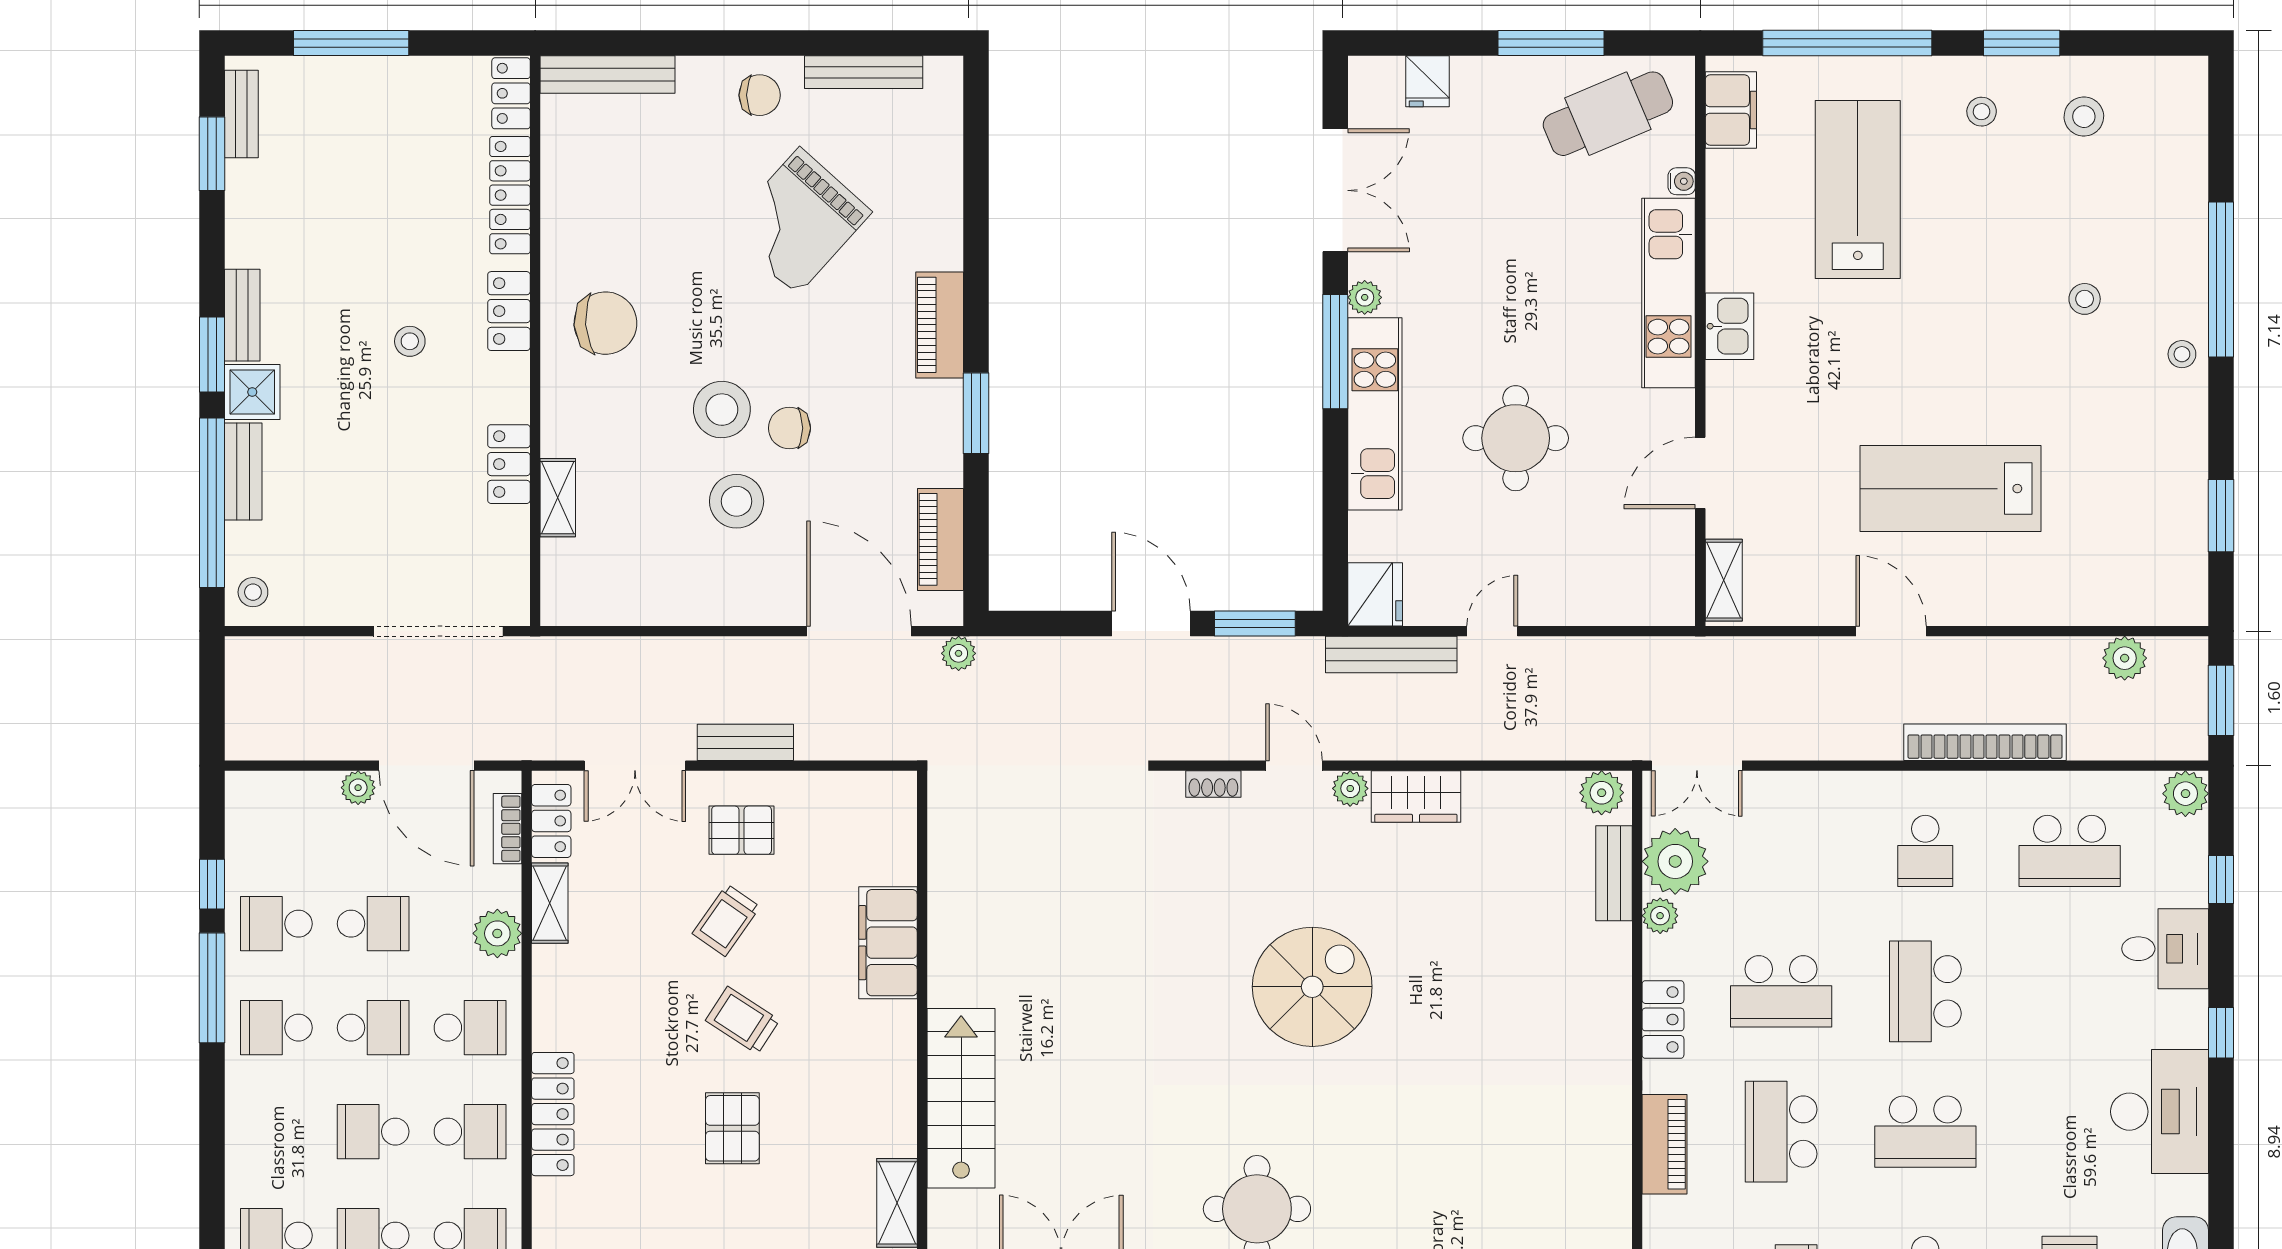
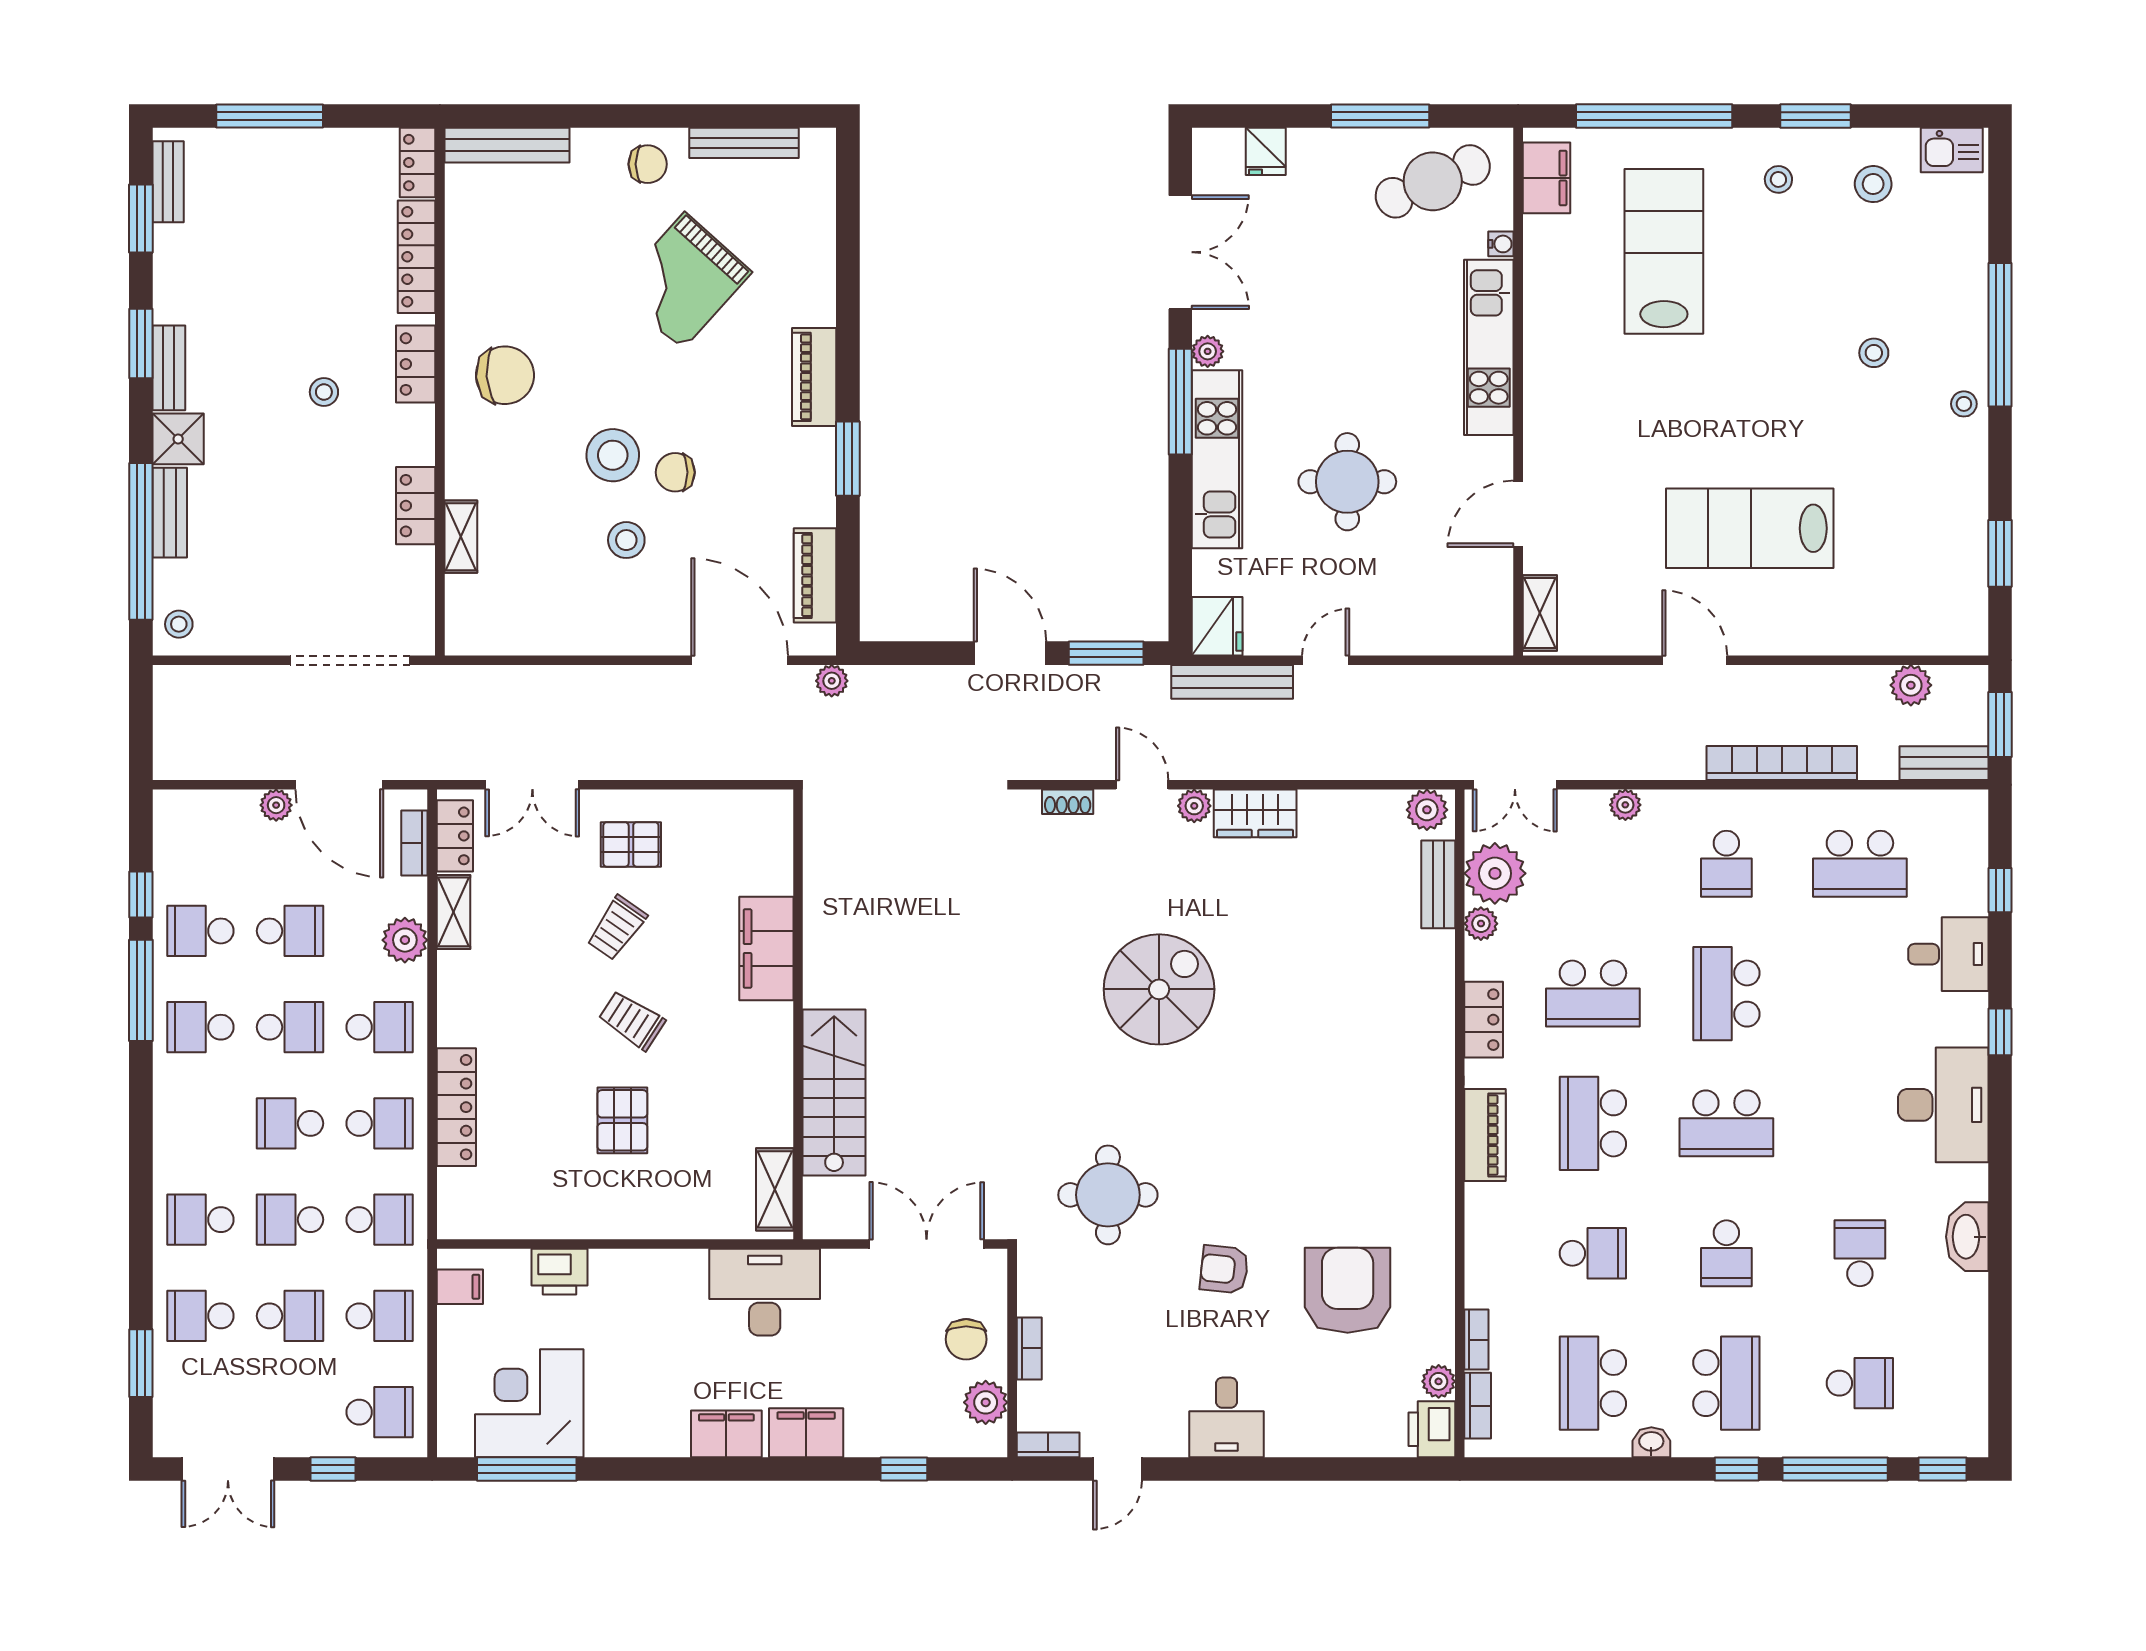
kitchen sink: (1729, 326) -> (1952, 150), moved, turned 90
window: (212, 355) -> (141, 343), moved
stool: (737, 501) -> (626, 540), width x0.73, depth x0.73
bench: (745, 742) -> (1944, 763), moved
plant: (2185, 794) -> (1625, 805), moved, width x0.73, depth x0.73

